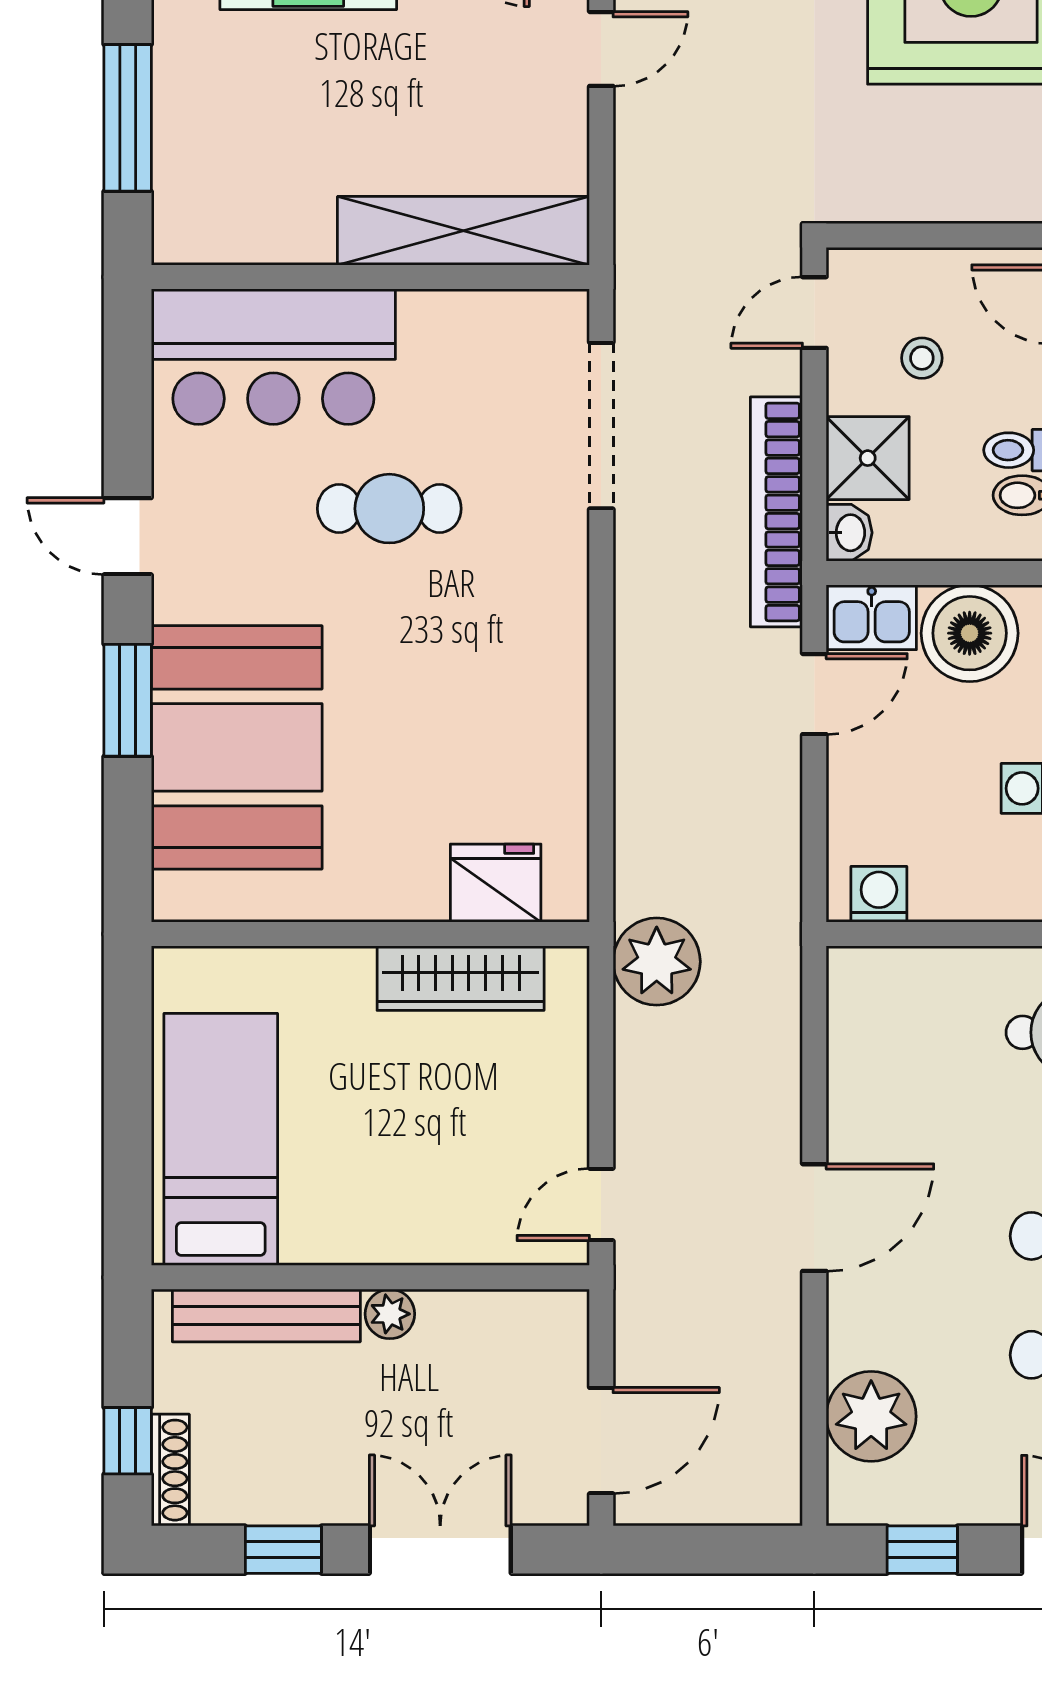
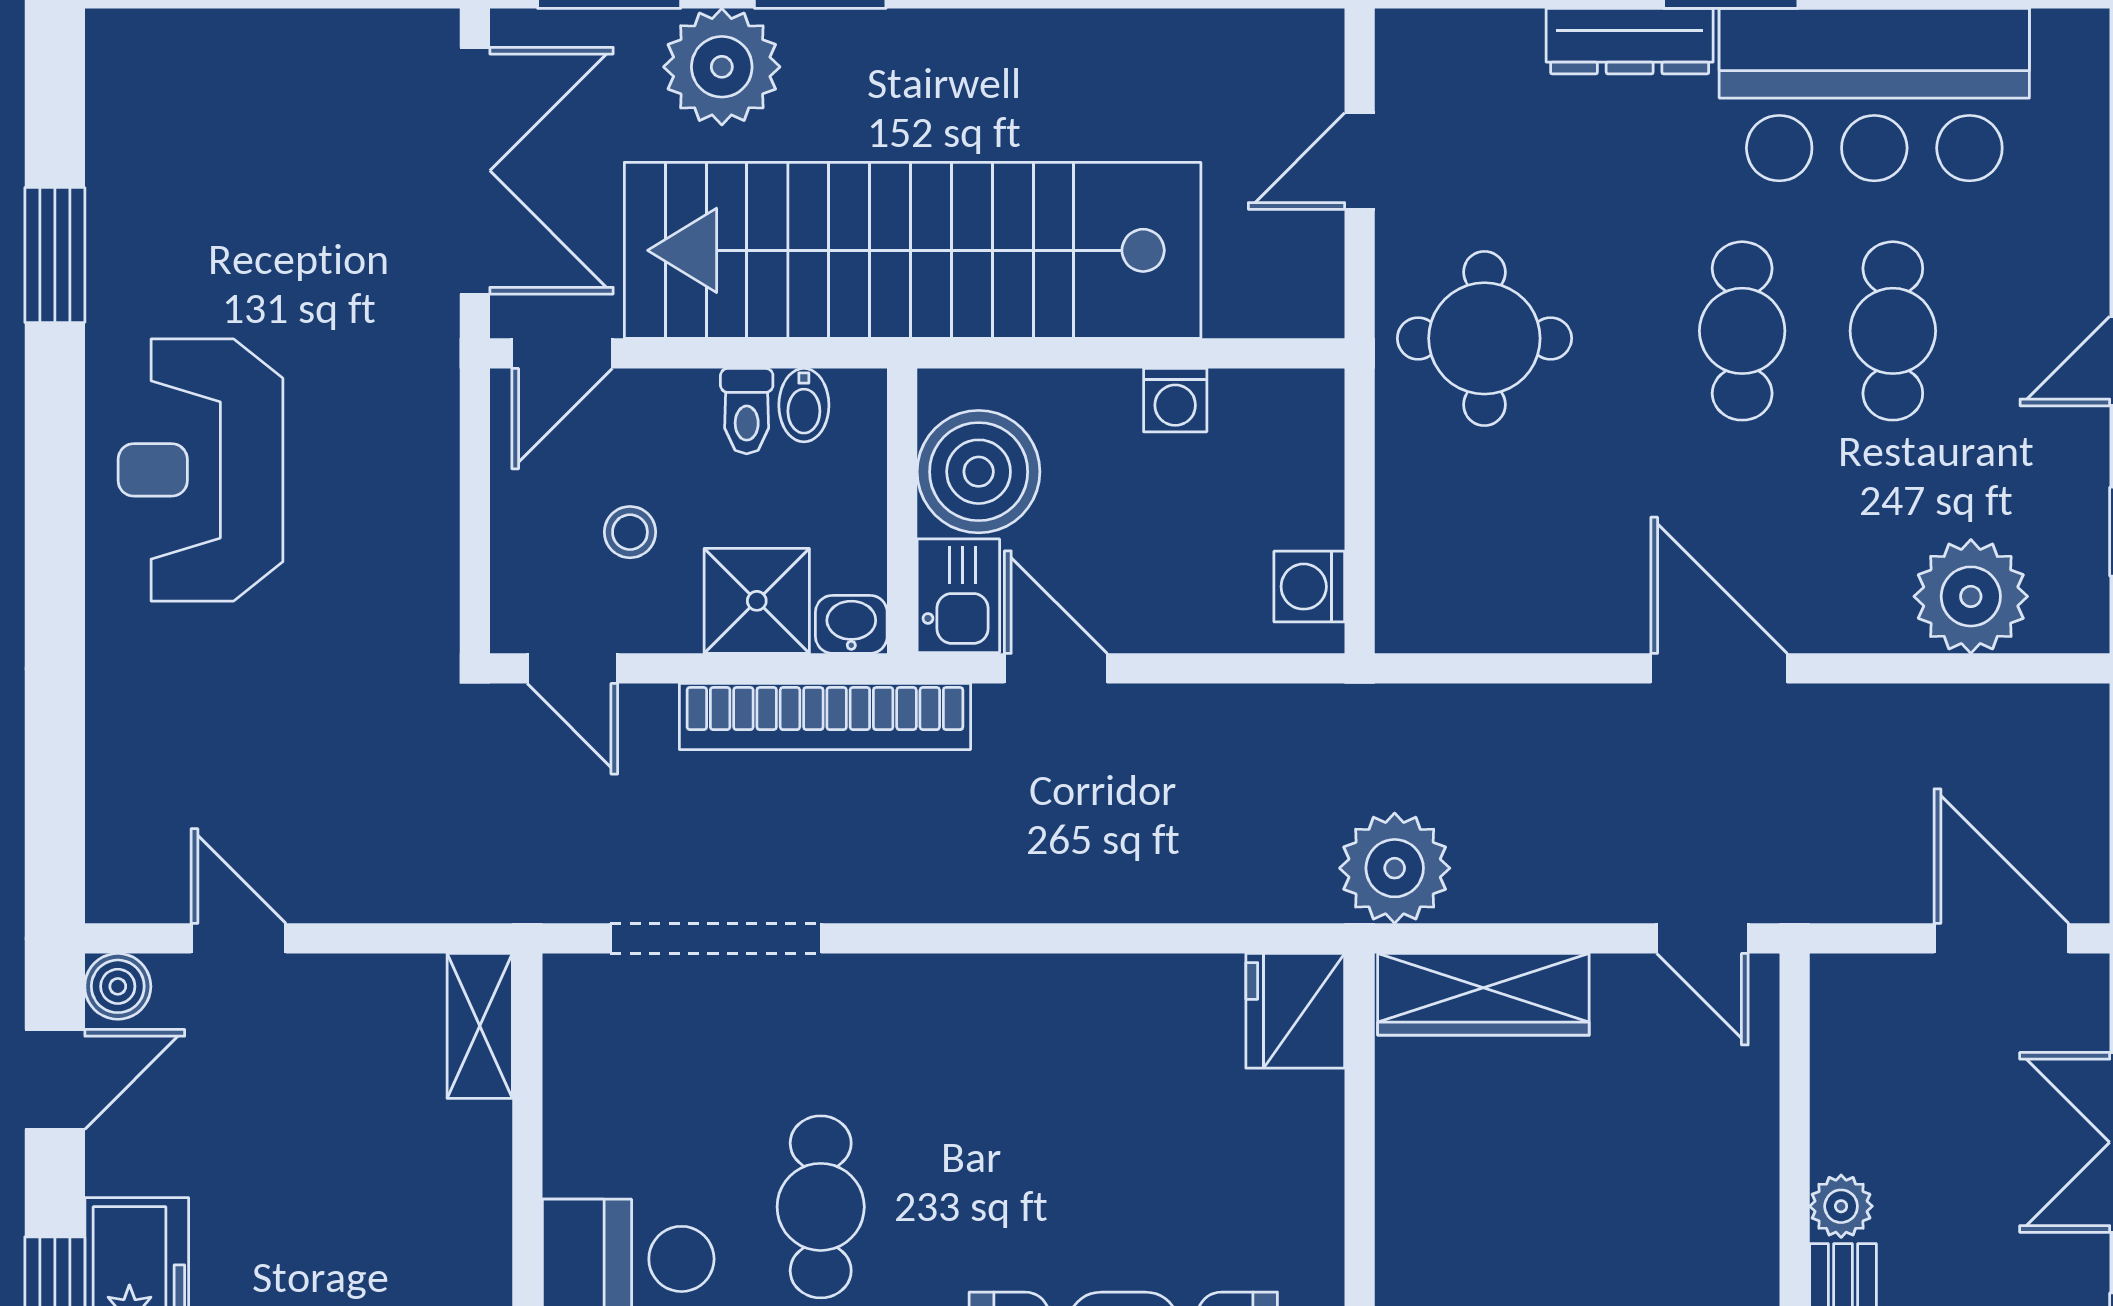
shelving: (463, 231) -> (480, 1026), width x0.45, depth x0.75
fridge: (496, 883) -> (1295, 1011), moved
wardrobe: (461, 978) -> (1483, 994), moved, turned 90

